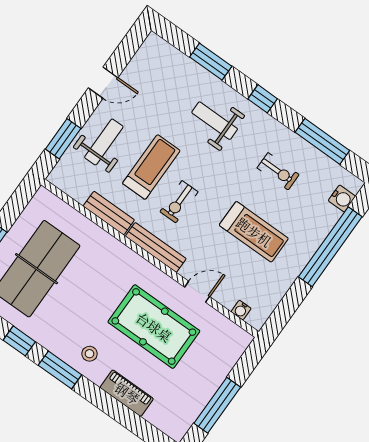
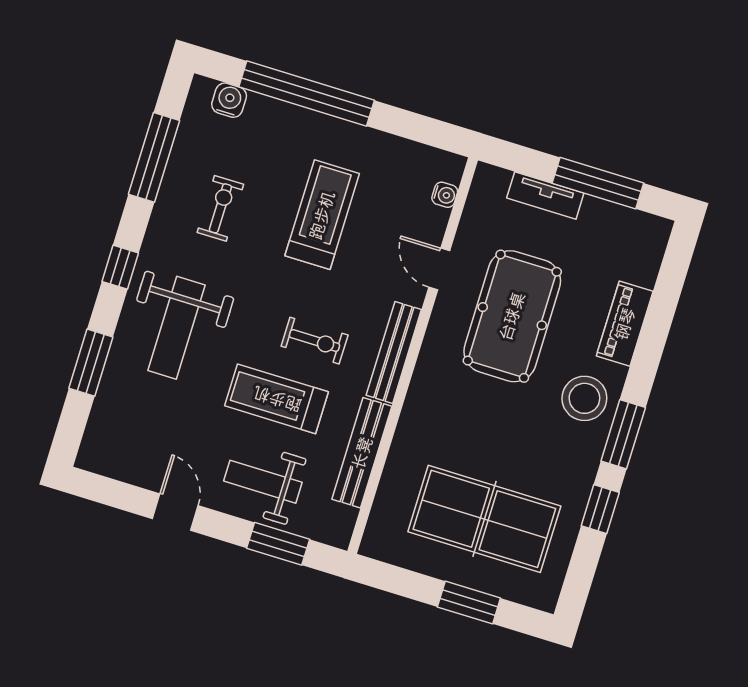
weight bench: (215, 121) -> (176, 328), width x1.36, depth x1.33
bench: (109, 213) -> (362, 453), width x1.36
stool: (89, 354) -> (584, 398), width x1.89, depth x1.89
tv unit: (220, 371) -> (545, 196), added

